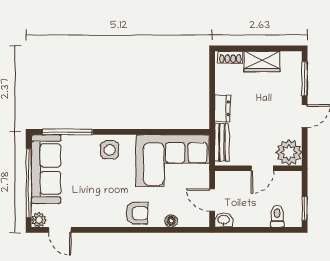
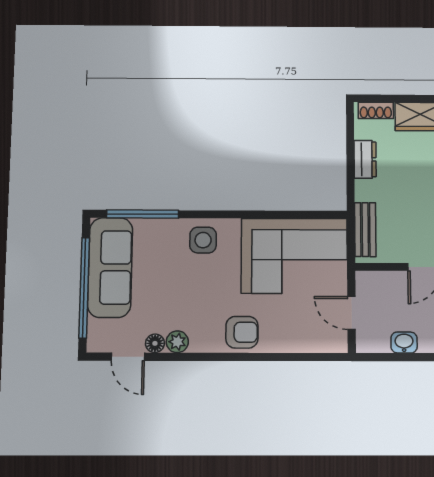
dresser: (222, 108) -> (365, 159), moved
plant: (39, 220) -> (177, 342), moved
washbasin: (224, 220) -> (404, 342), moved
floor lamp: (171, 221) -> (155, 343), moved

